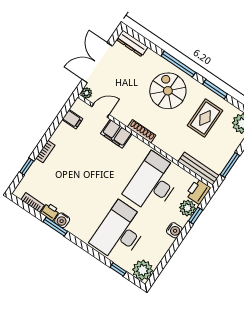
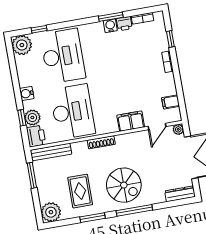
shoe rack: (142, 131) -> (101, 142), moved

